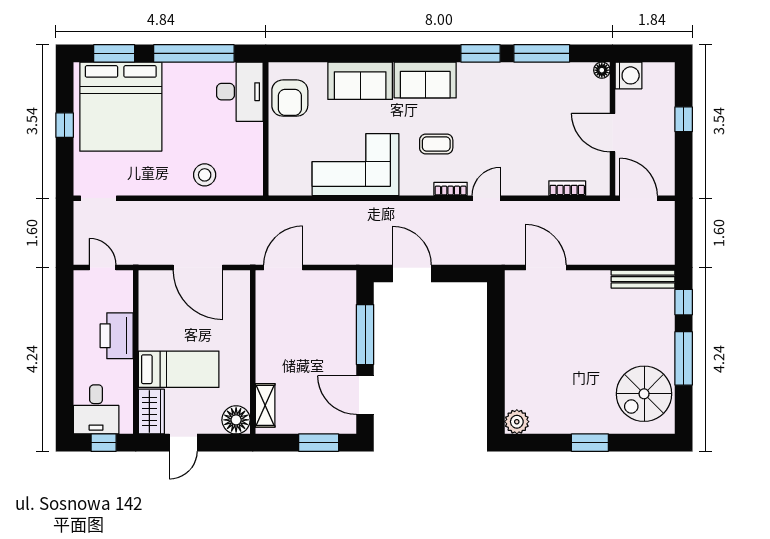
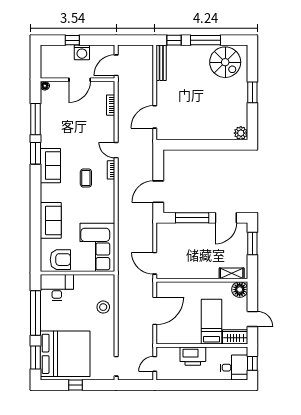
washing machine: (628, 75) -> (82, 52), moved, turned 180
sofa: (425, 80) -> (50, 166), moved
corner sofa: (356, 165) -> (97, 247), moved

